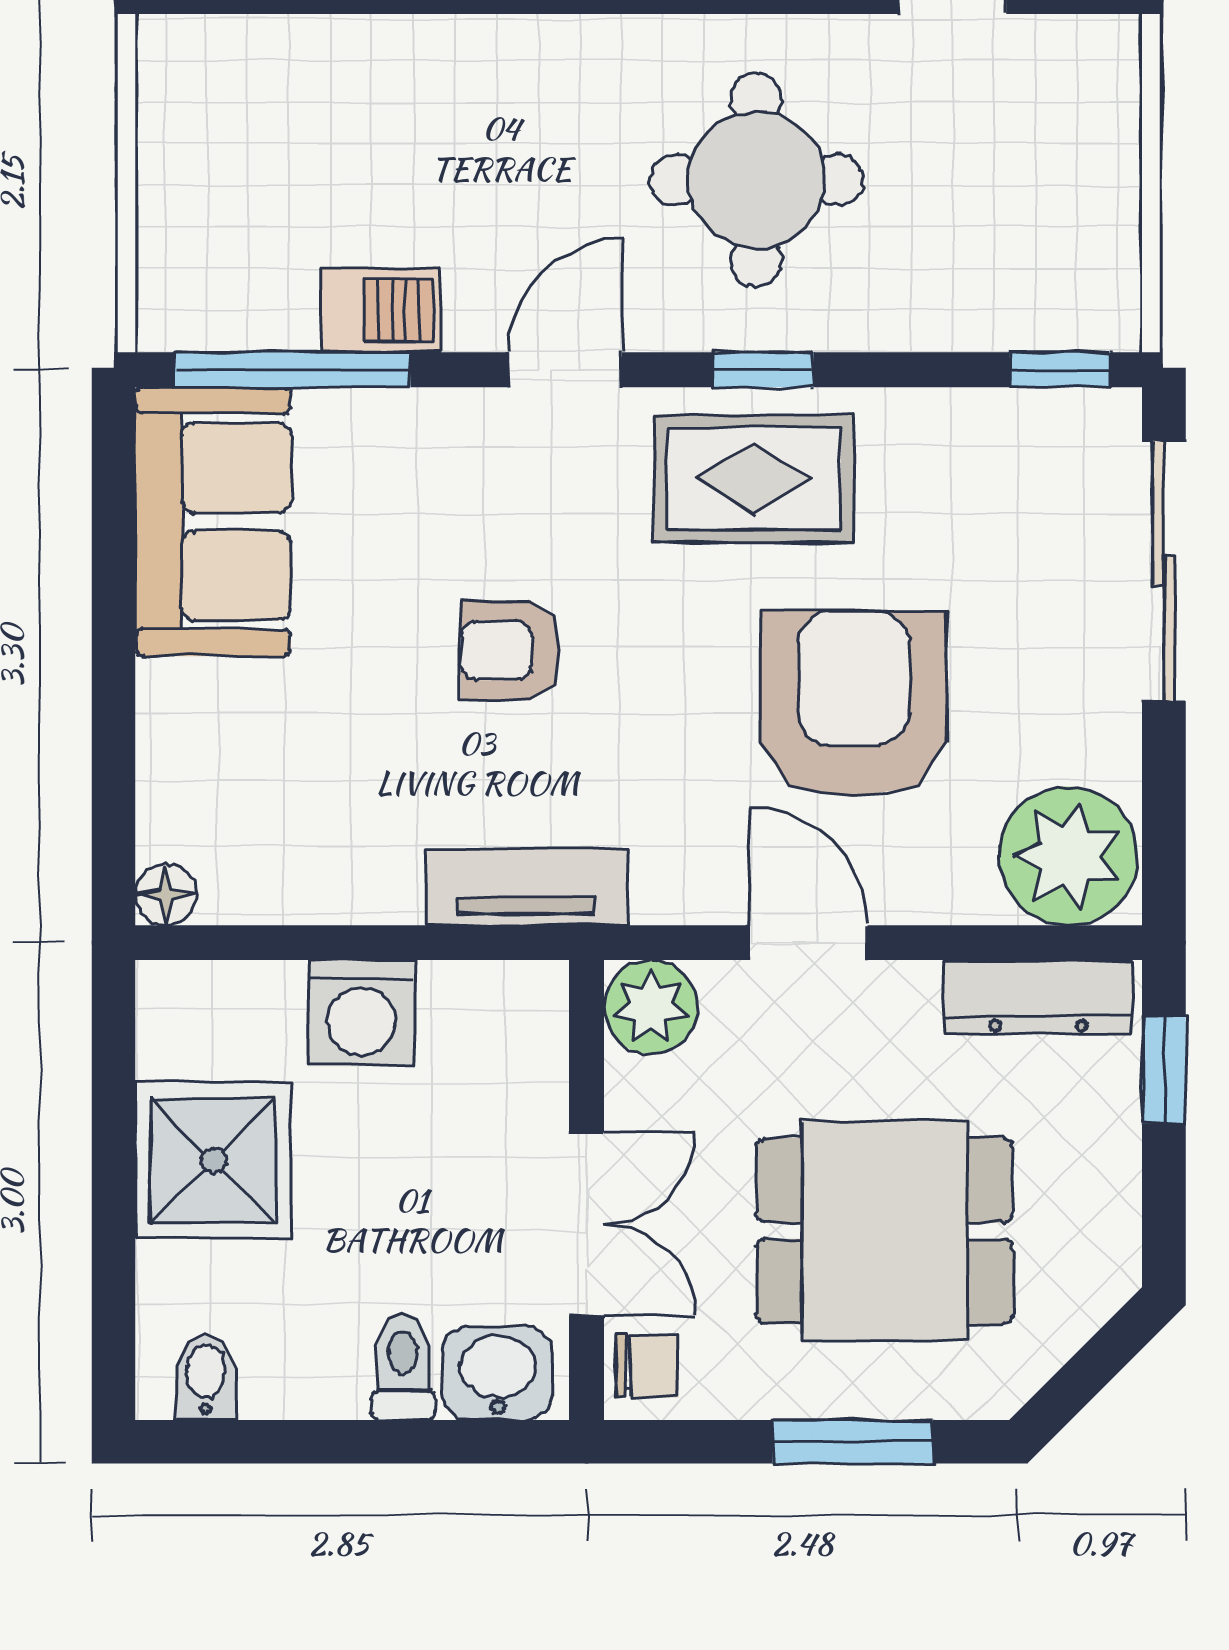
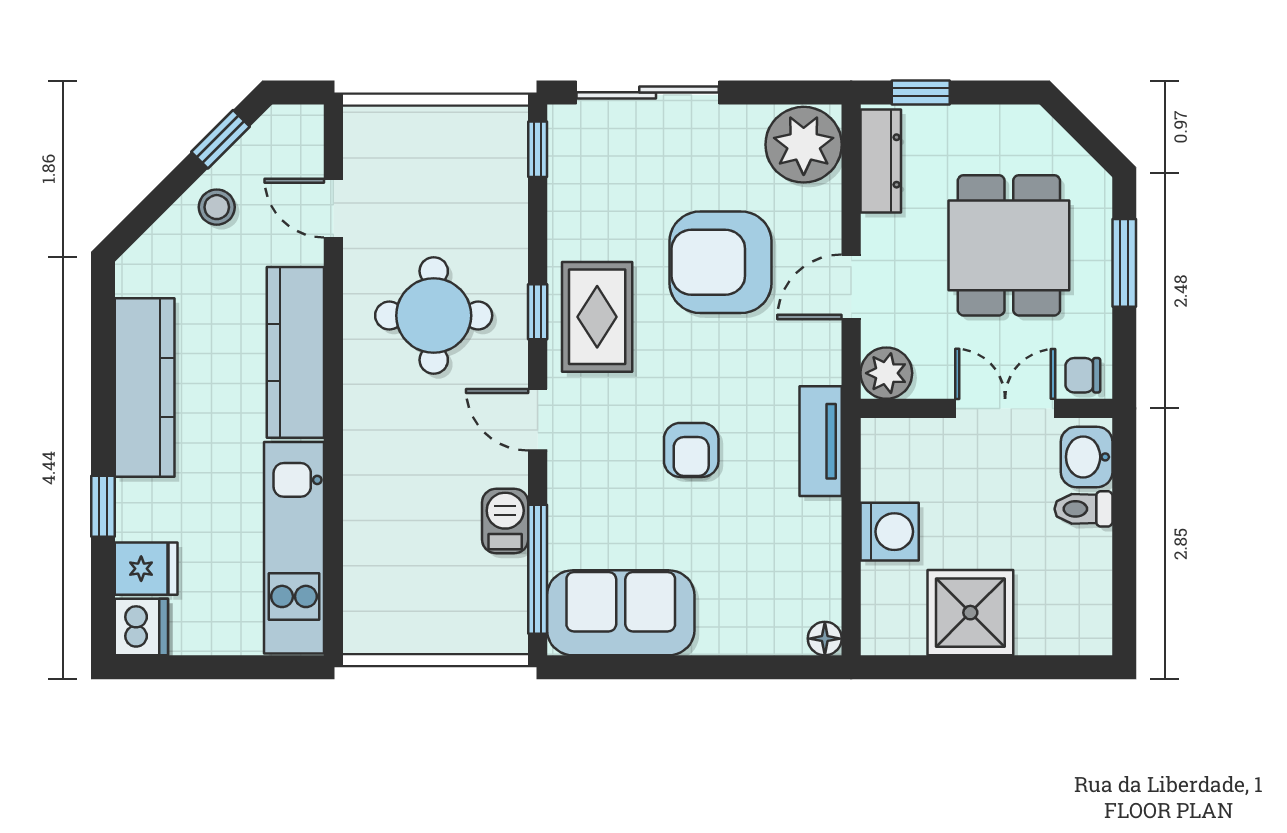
chair: (647, 1366) -> (1083, 375), turned -90
bidet: (206, 1377) -> (1089, 617), removed

